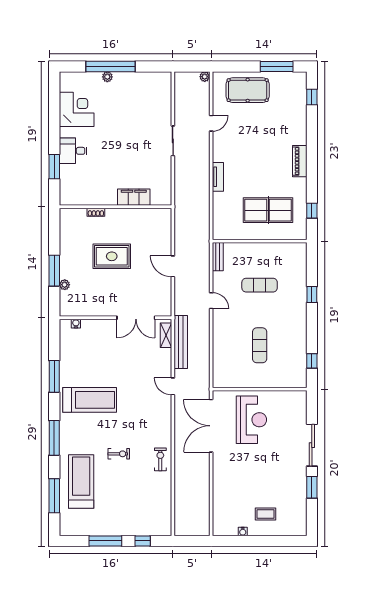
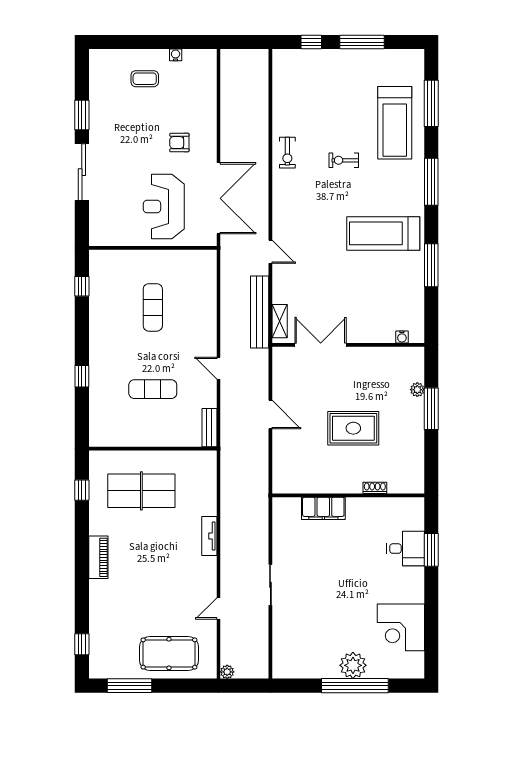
plant: (107, 77) -> (353, 665), width x1.88, depth x1.88
desk: (73, 151) -> (406, 549), moved
armchair: (240, 467) -> (179, 143), added

